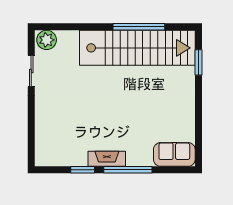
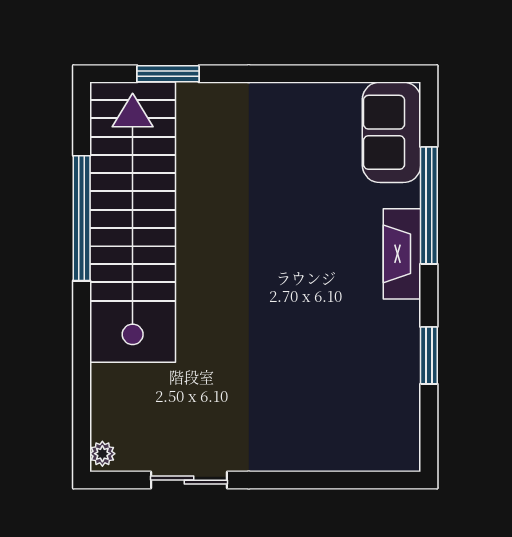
plant: (47, 40) -> (102, 454), width x0.53, depth x0.53
fireplace: (107, 159) -> (402, 254), moved
window: (128, 170) -> (429, 205), moved

